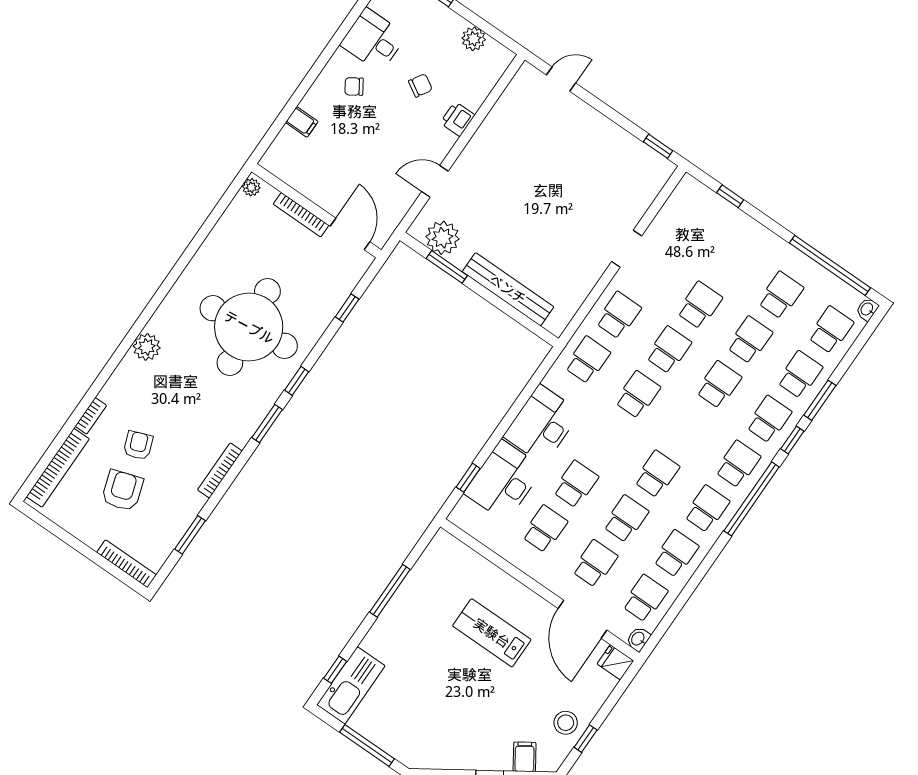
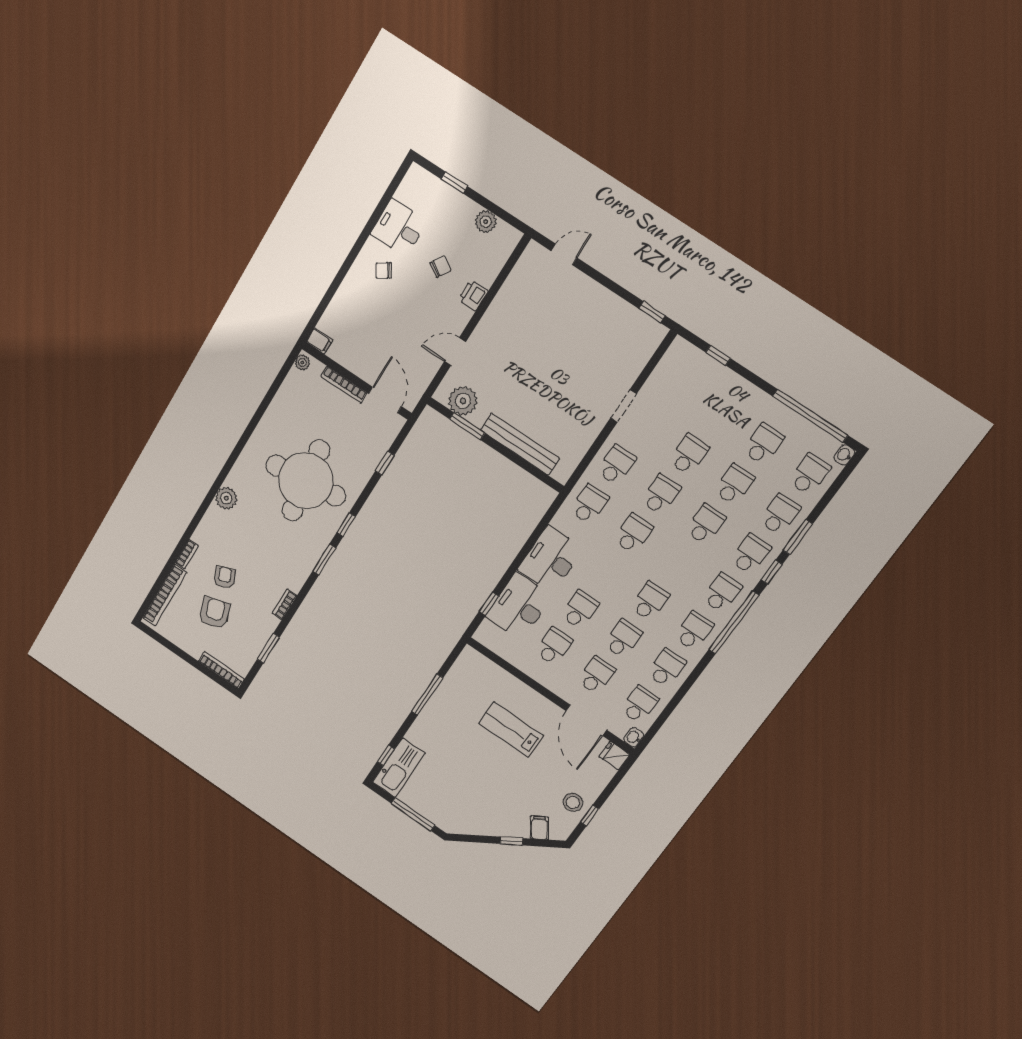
filing cabinet: (302, 122) -> (319, 341), moved
bookcase: (220, 471) -> (285, 604), width x0.64

